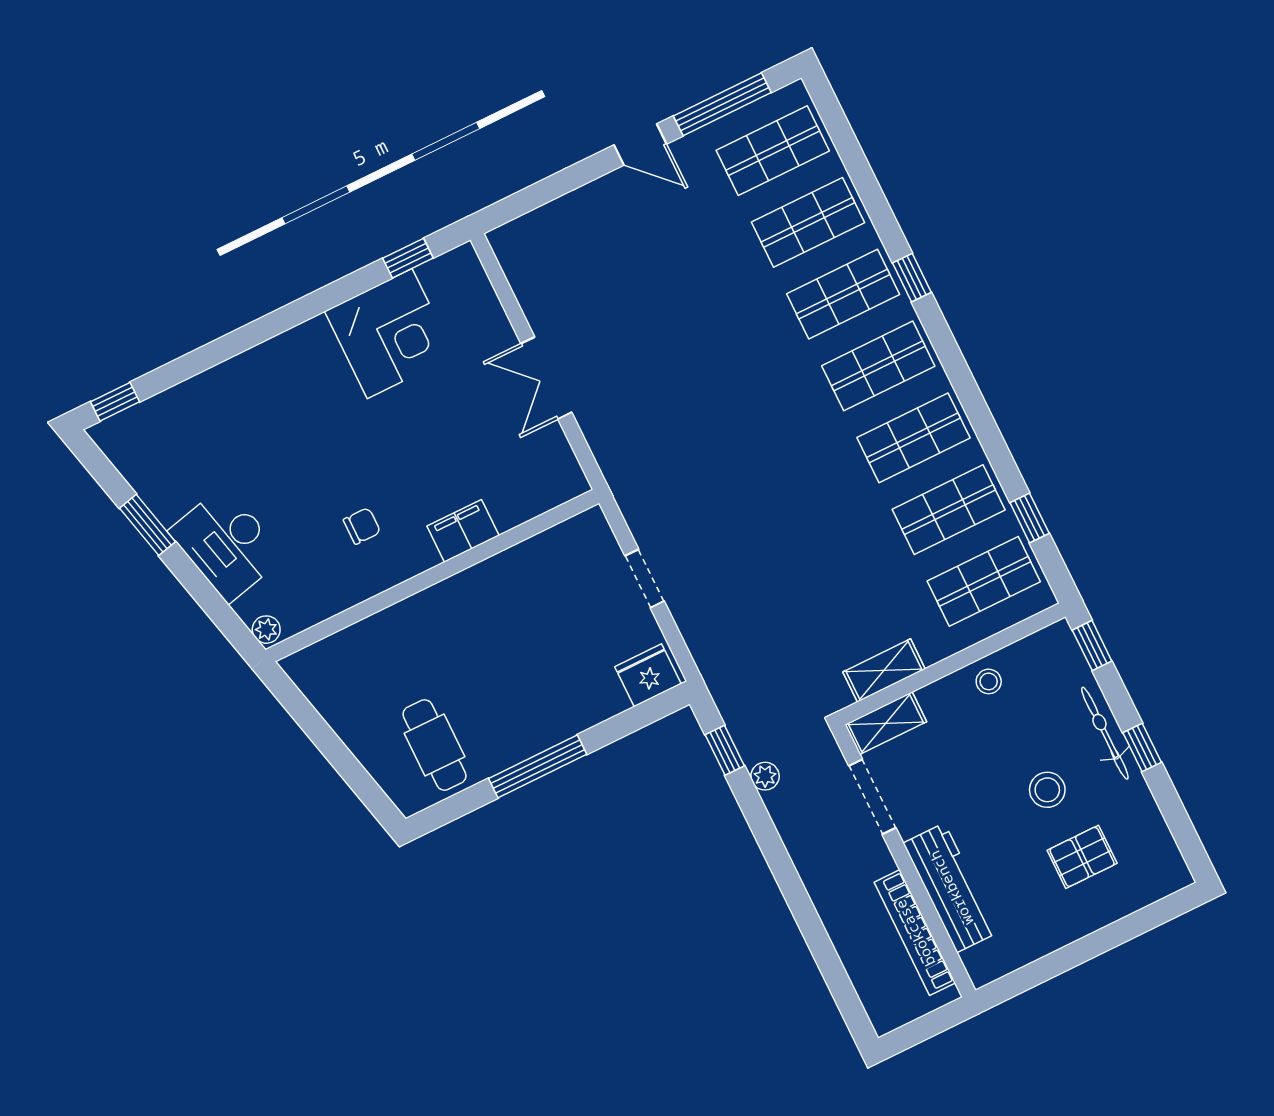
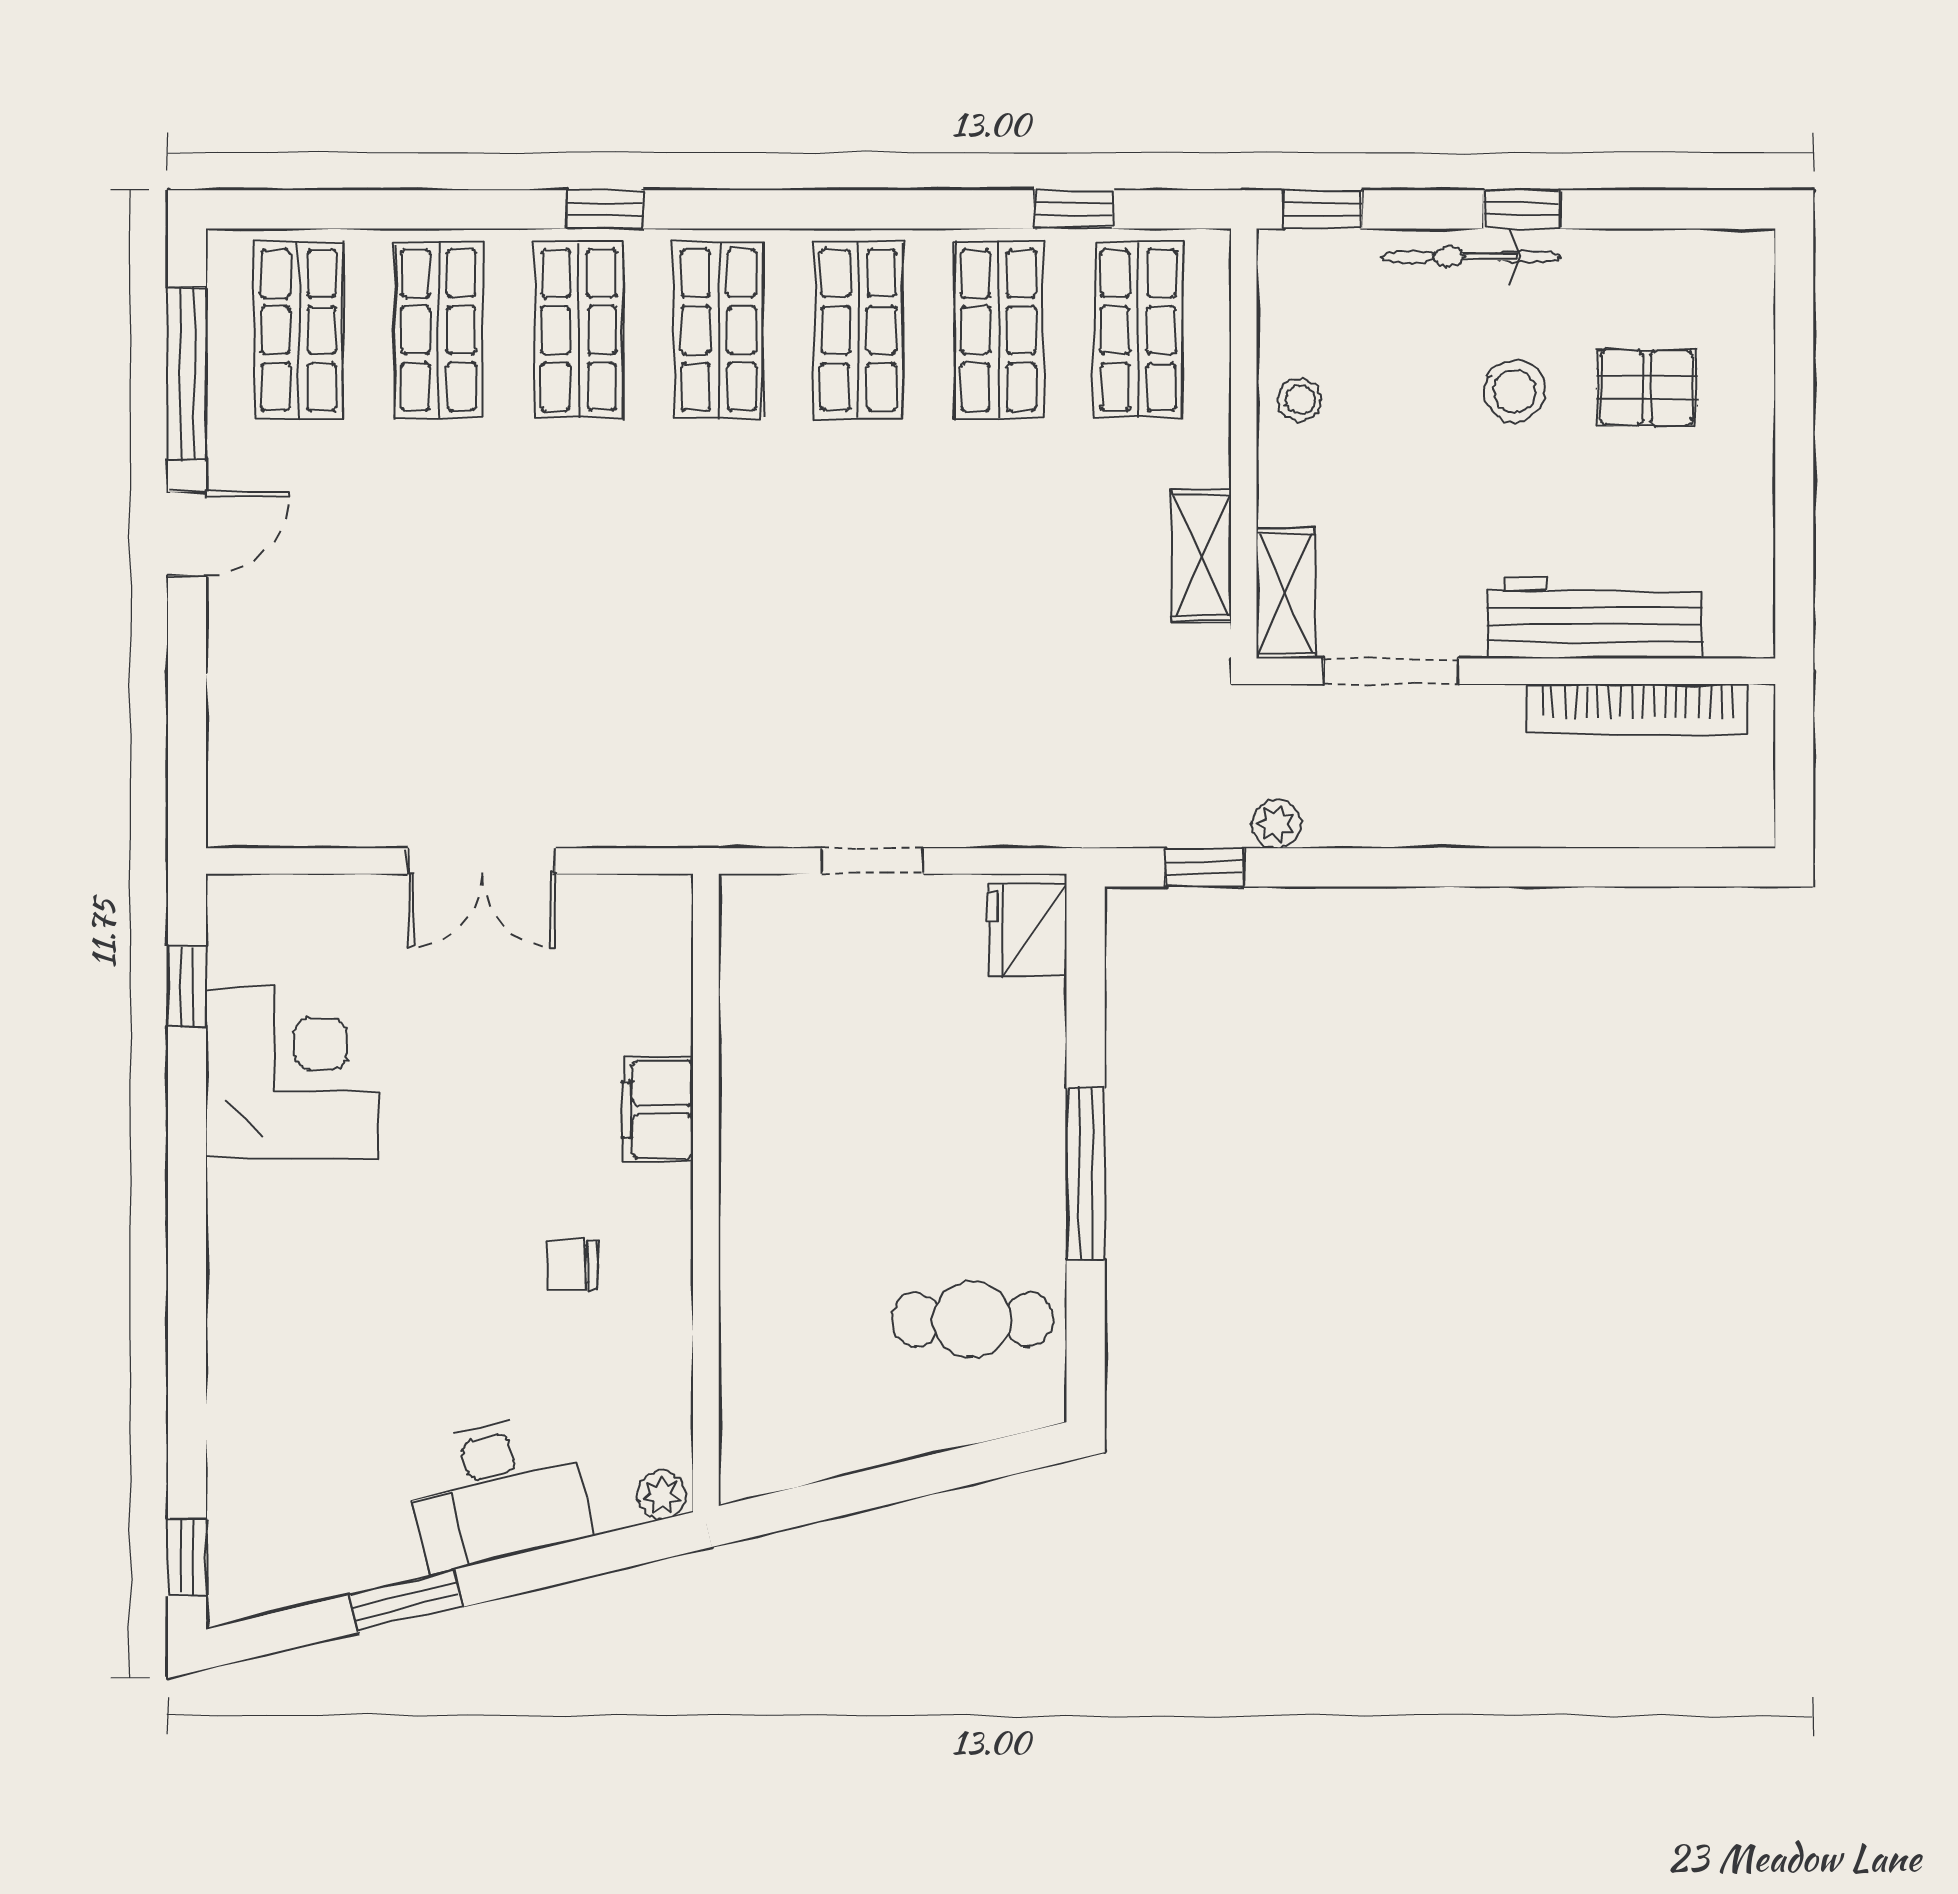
chair: (362, 526) -> (572, 1265), turned -90
pallet: (1082, 857) -> (1647, 388), turned 90

